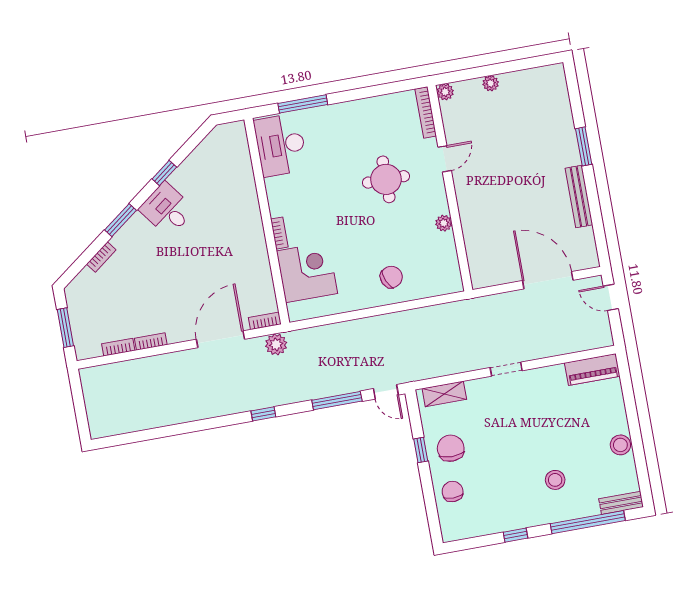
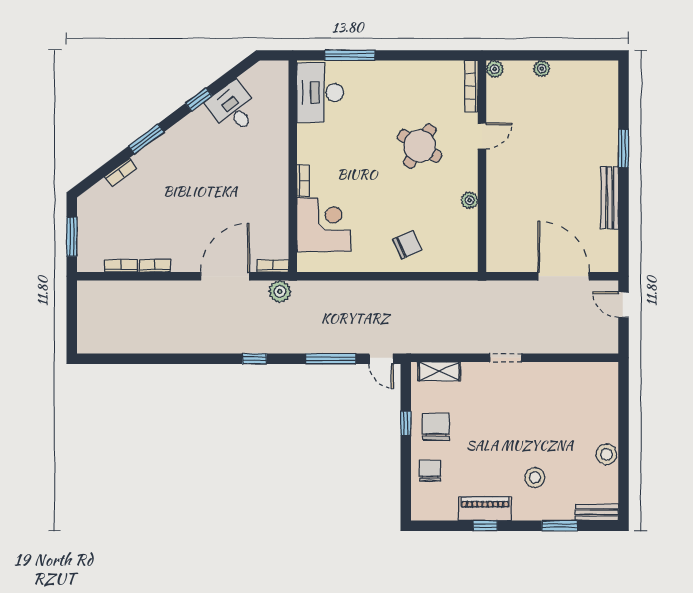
round table: (386, 179) -> (420, 146), turned 32
desk: (167, 209) -> (233, 108), moved
piano: (592, 370) -> (485, 509), moved, turned 180
window: (588, 522) -> (560, 526), width x0.47

